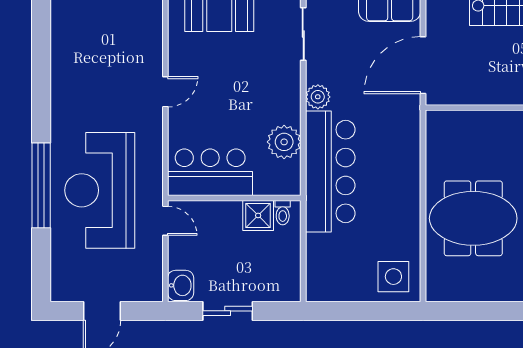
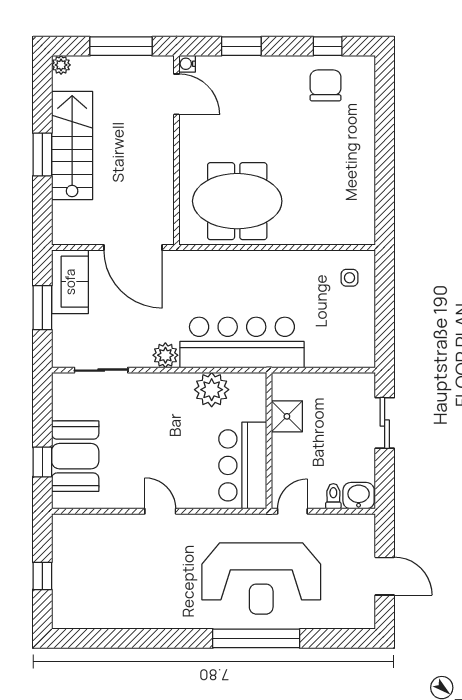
toilet: (283, 213) -> (333, 496), moved, turned -90
meeting table: (473, 218) -> (237, 201), moved, turned 90
side table: (393, 277) -> (349, 278), width x0.54, depth x0.54
sliding door: (228, 311) -> (385, 423), moved

